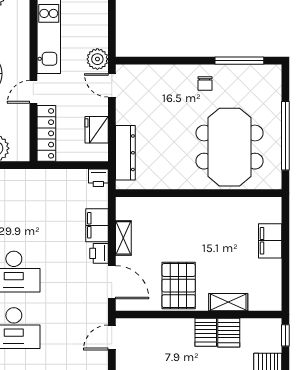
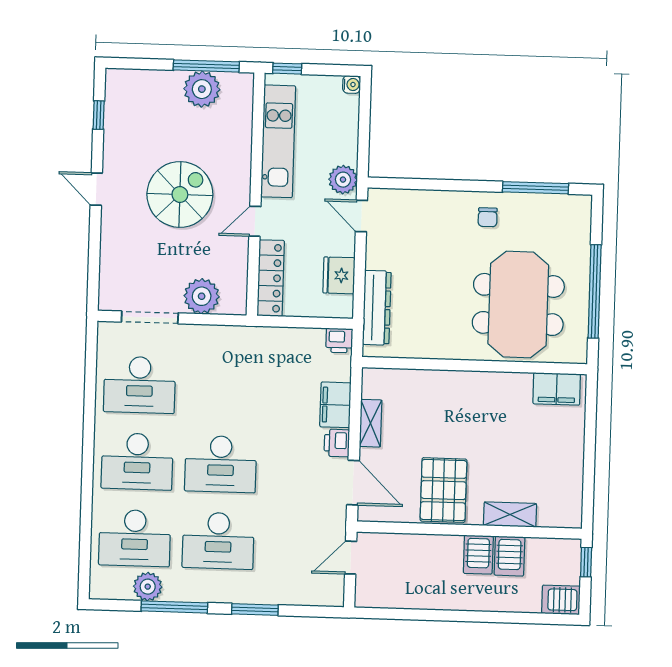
filing cabinet: (270, 241) -> (557, 389), moved, turned -90

